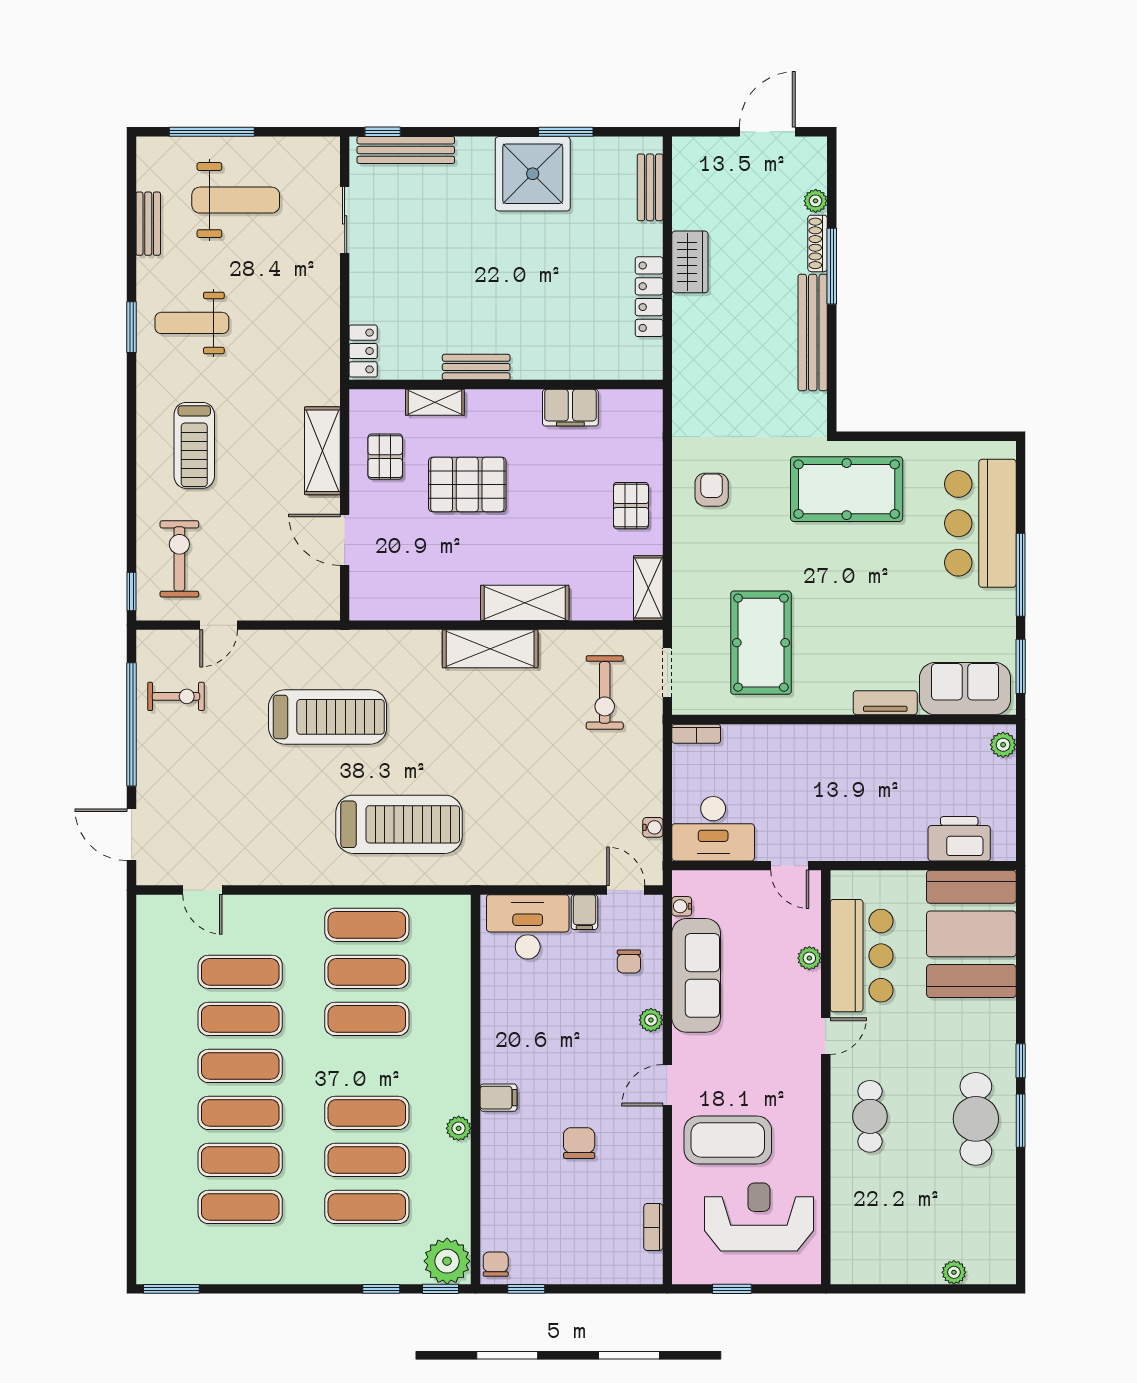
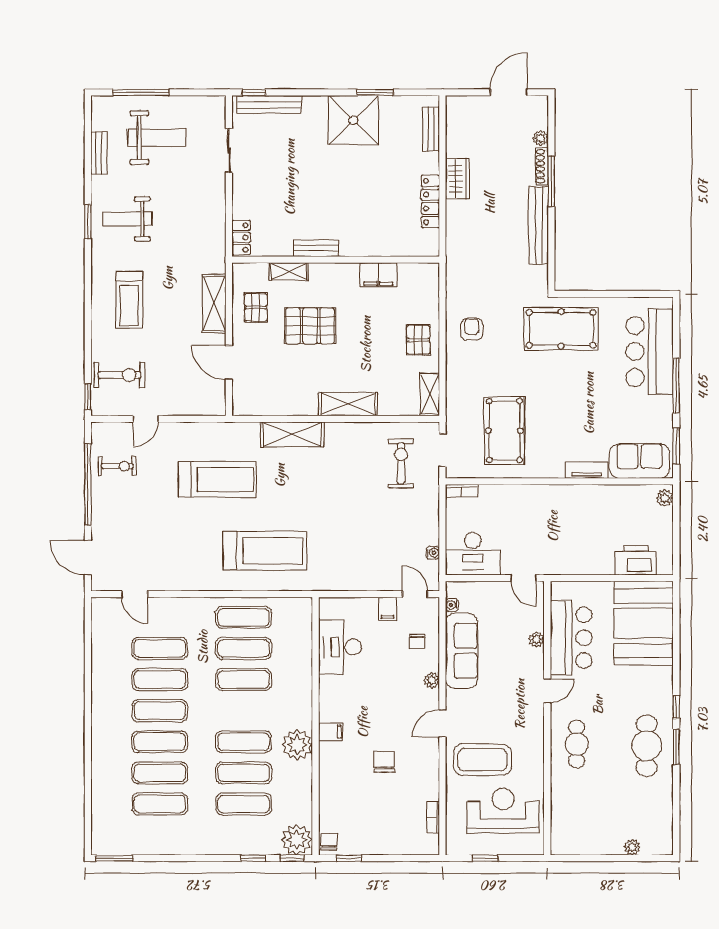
exercise bike: (179, 559) -> (119, 375), turned 90
shelving: (490, 649) -> (292, 435), moved
exercise bike: (605, 692) -> (401, 463), turned 180
desk: (528, 927) -> (340, 647), moved, turned -90
plant: (459, 1128) -> (297, 745), width x1.87, depth x1.87

